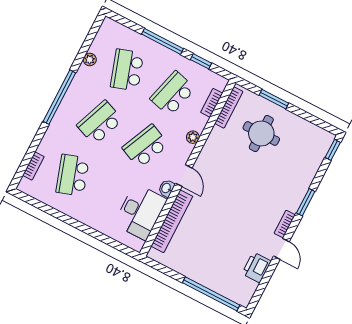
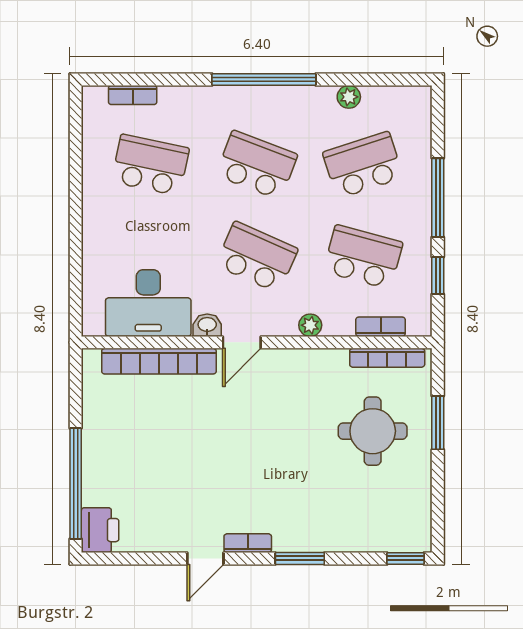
school desk: (72, 175) -> (150, 165), turned 30
printer: (256, 267) -> (100, 530), moved, turned 90

